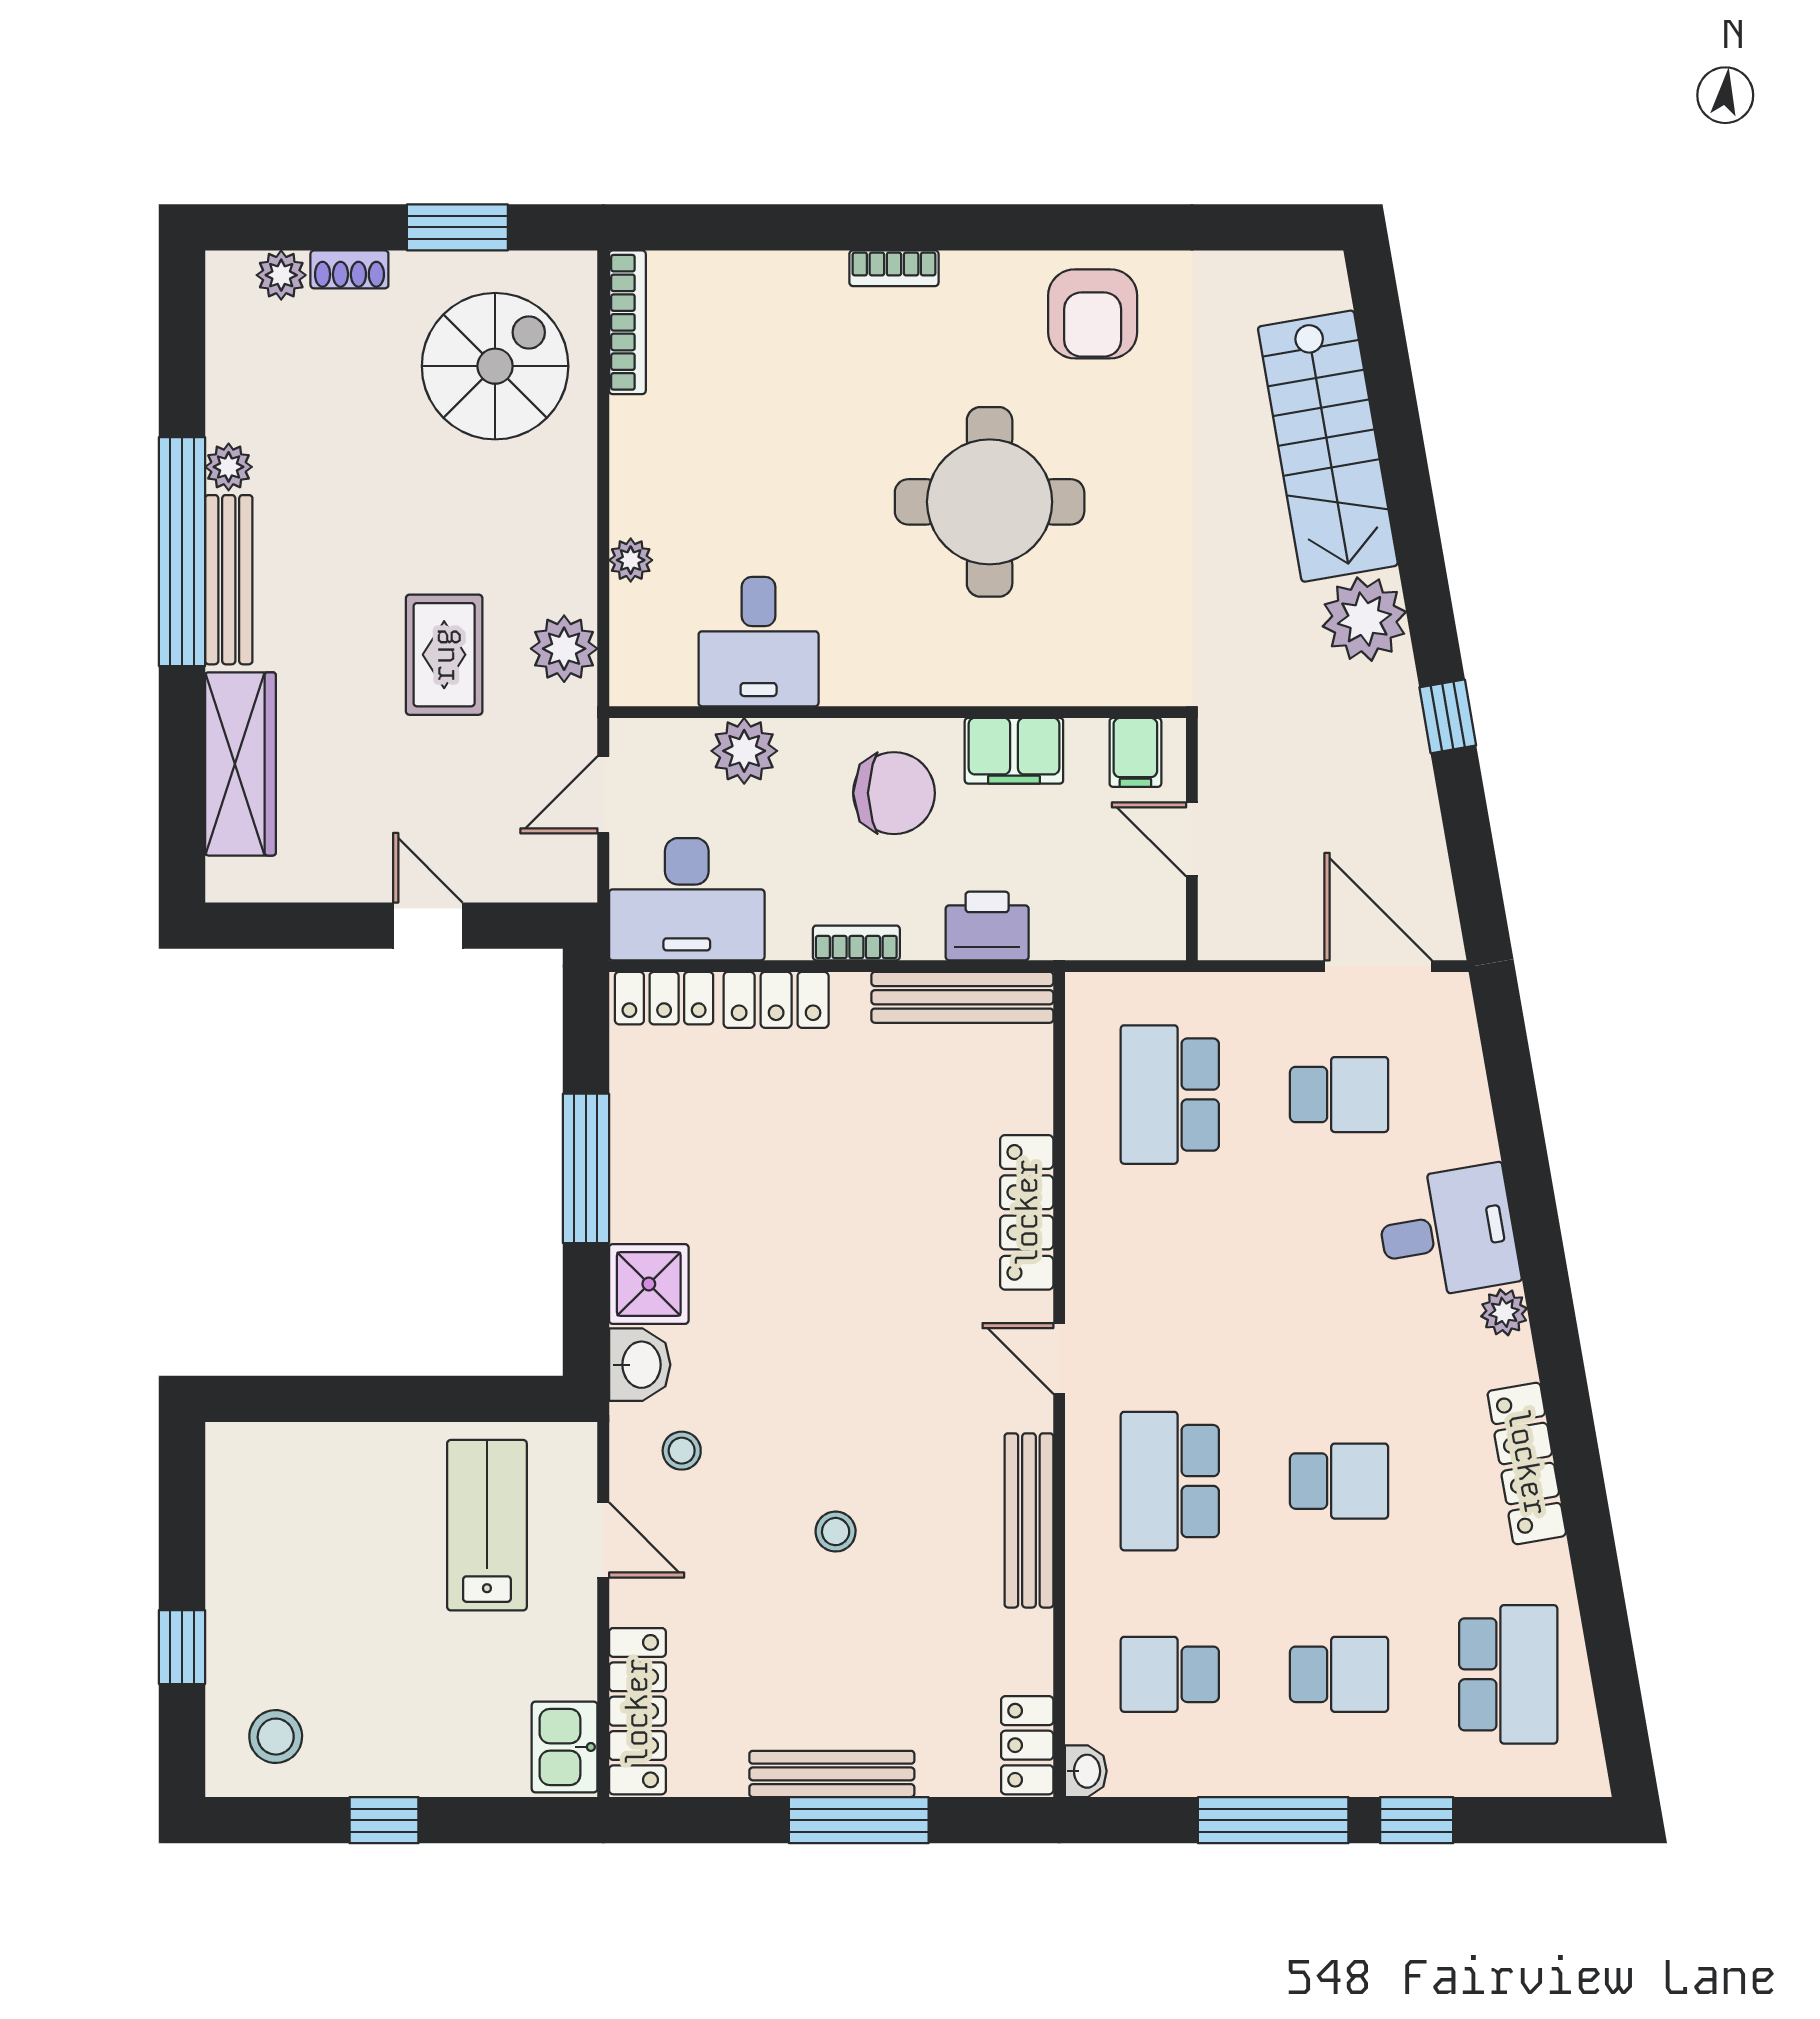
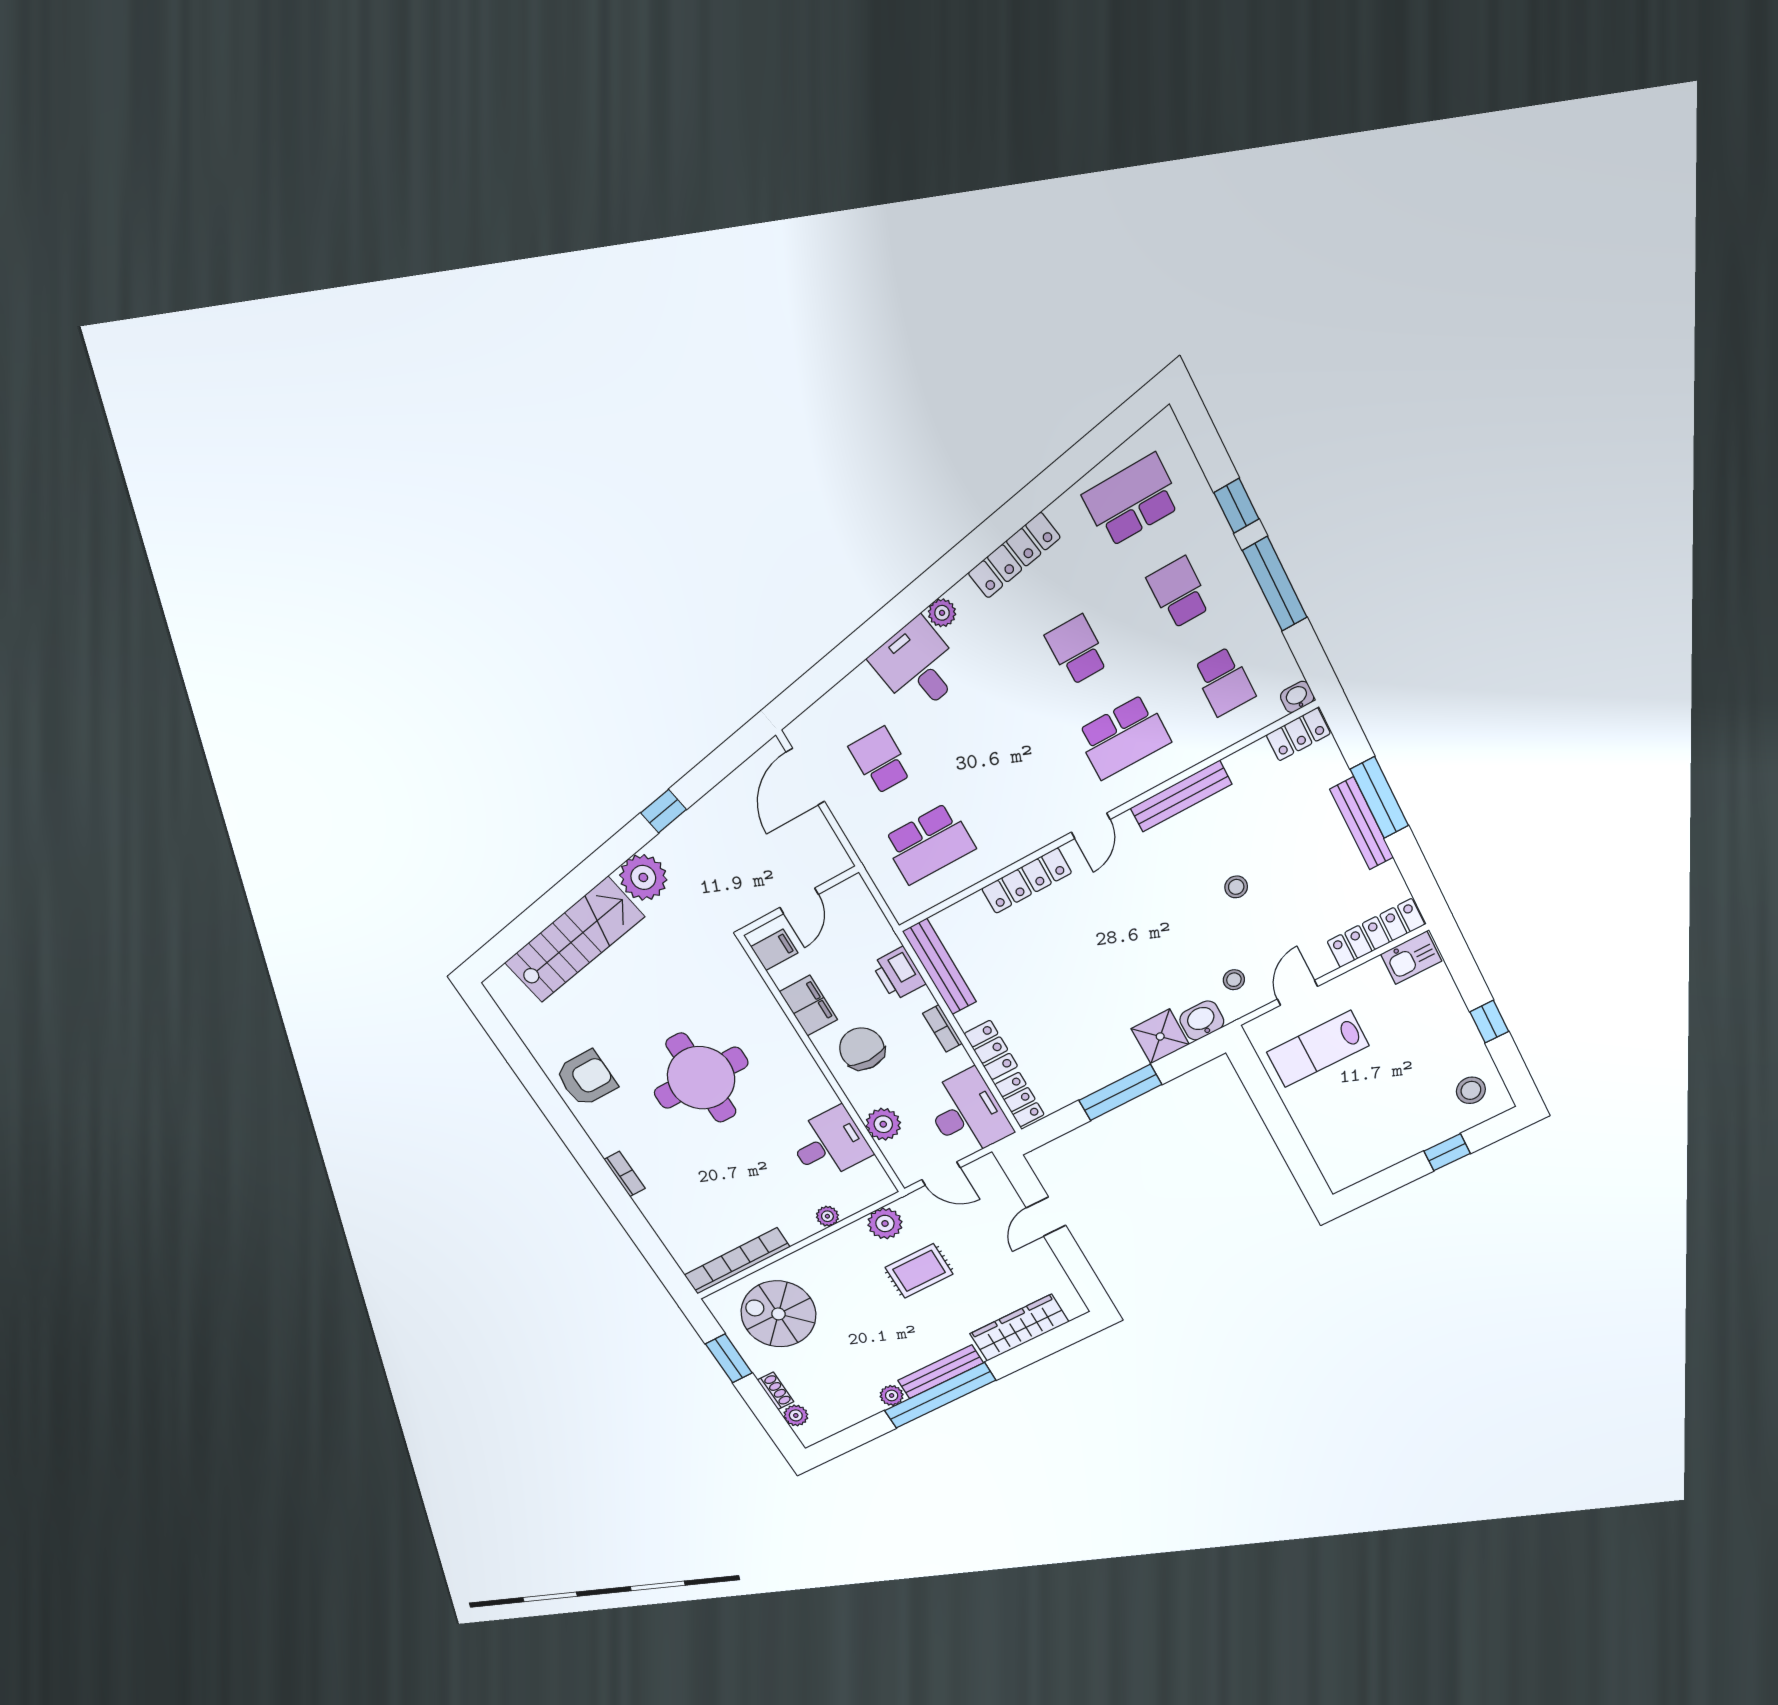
bookcase: (627, 322) -> (737, 1261), width x1.48, depth x1.31

